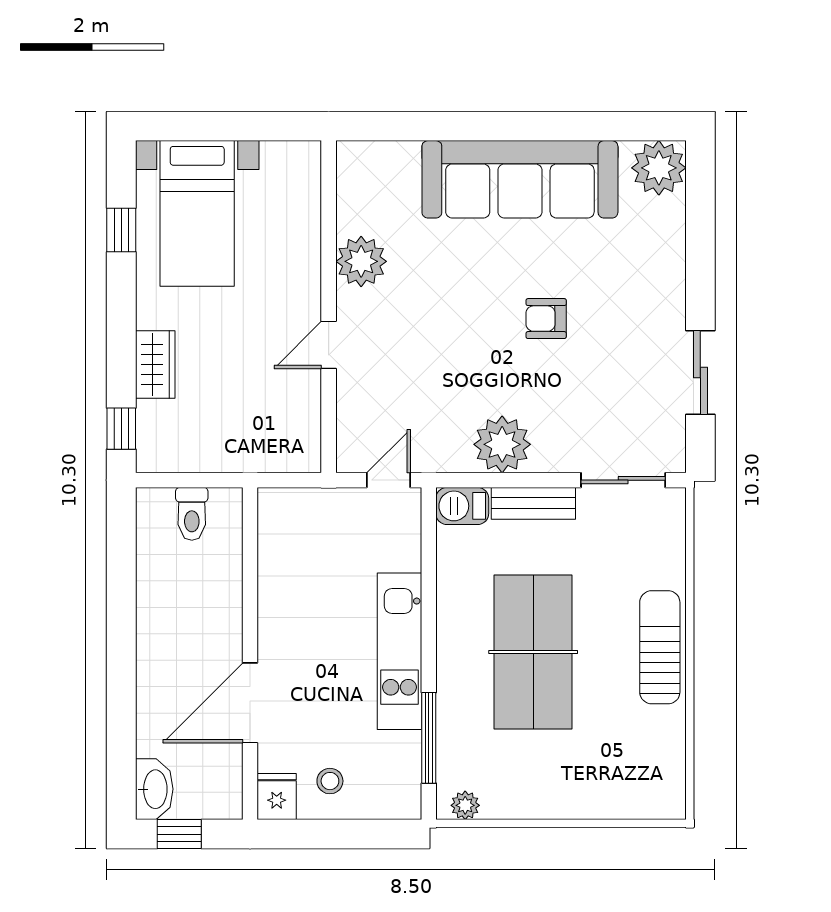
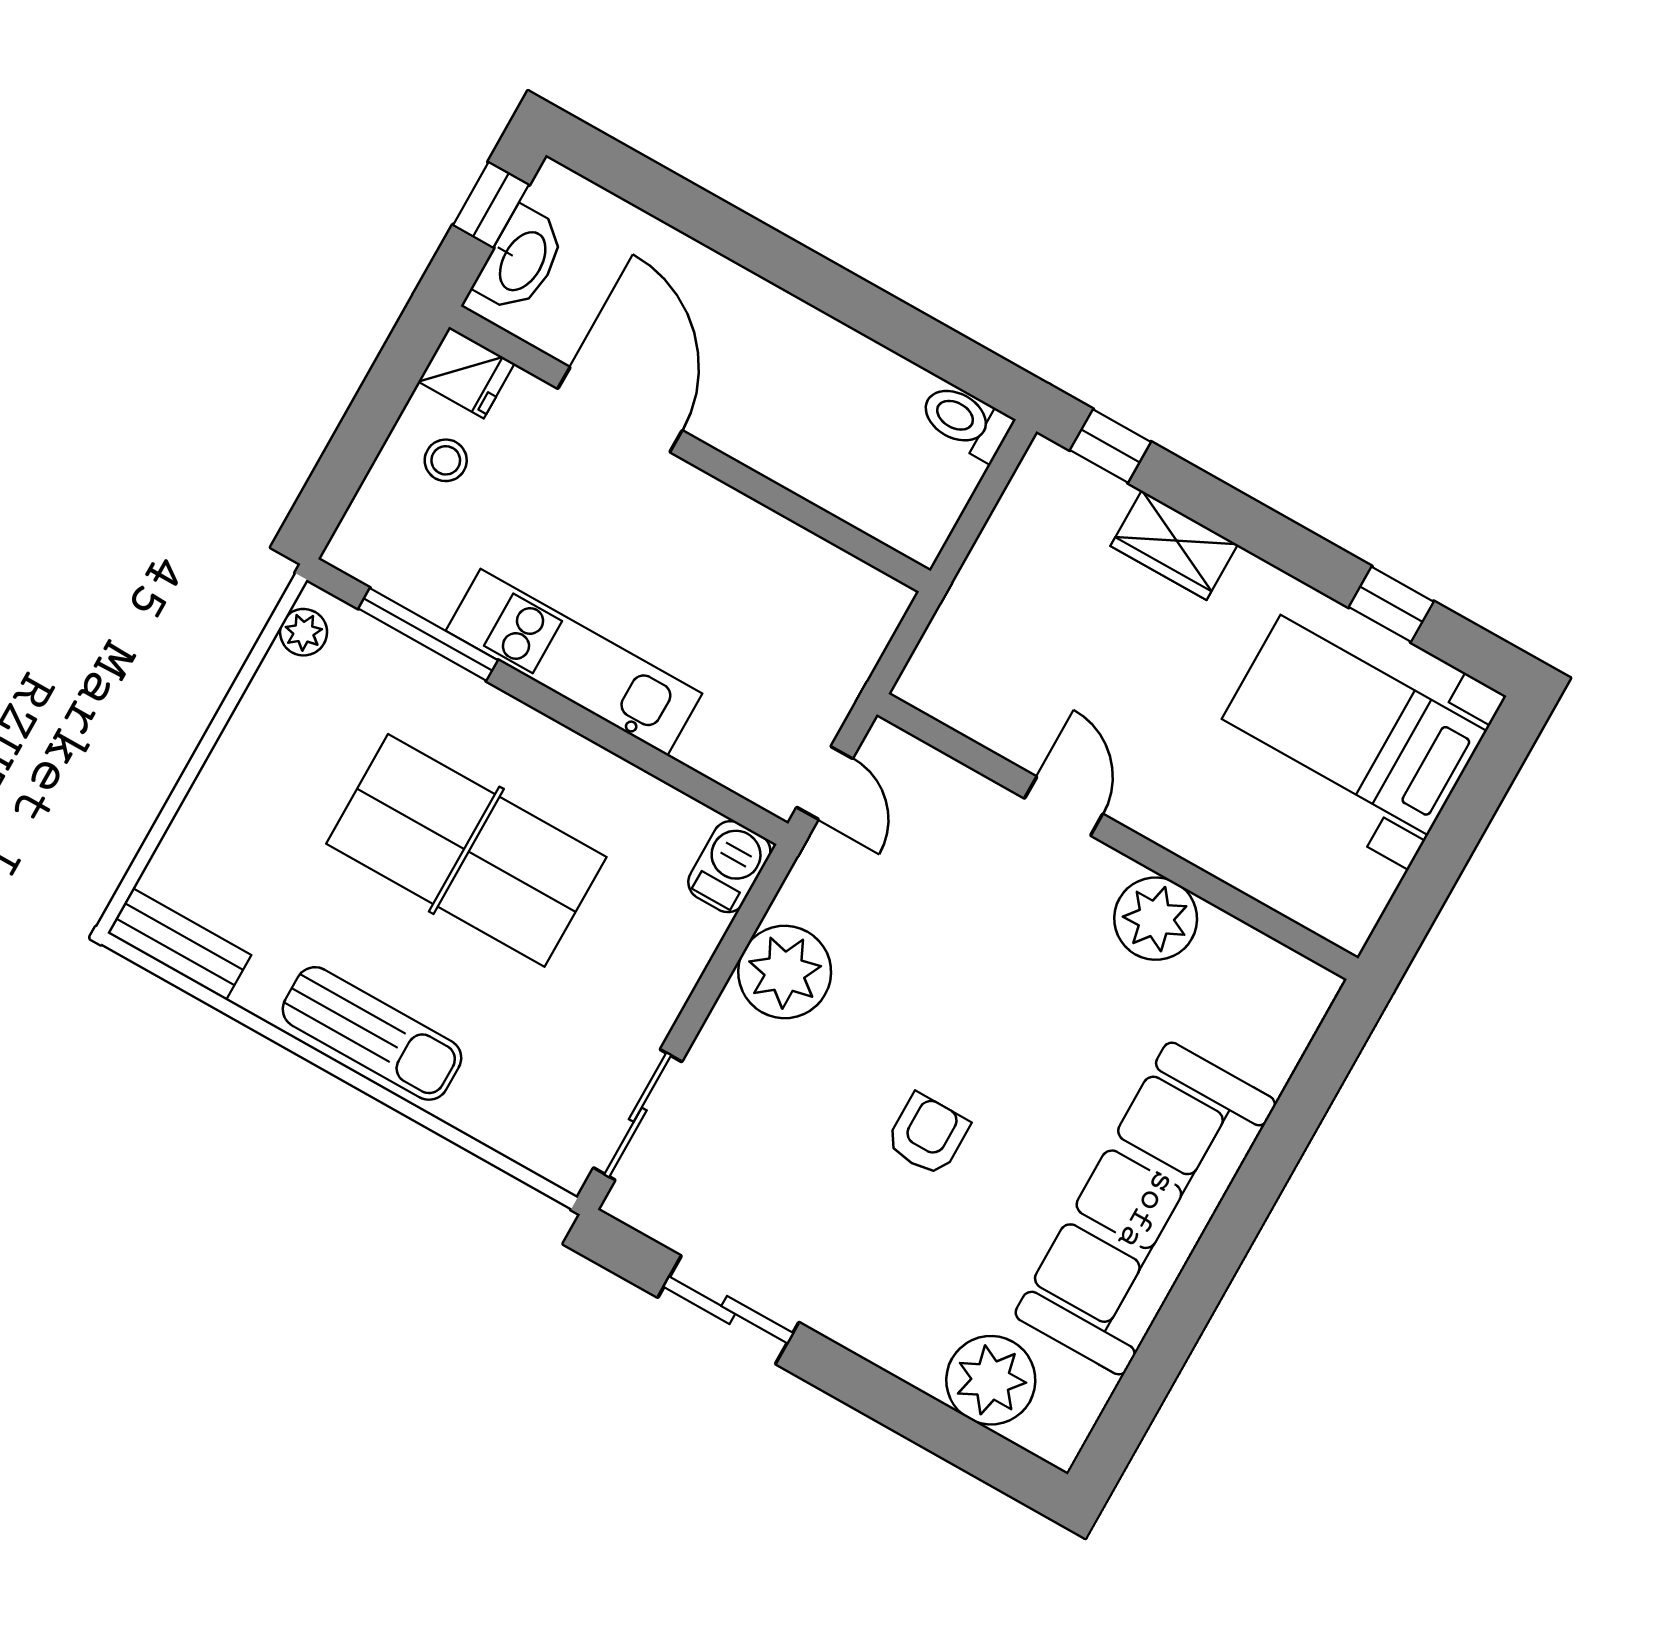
plant: (659, 168) -> (991, 1380), moved
bench: (533, 503) -> (179, 944), moved, turned 90
toilet: (192, 514) -> (966, 421), moved
washbasin: (154, 789) -> (521, 260), moved, turned -90

